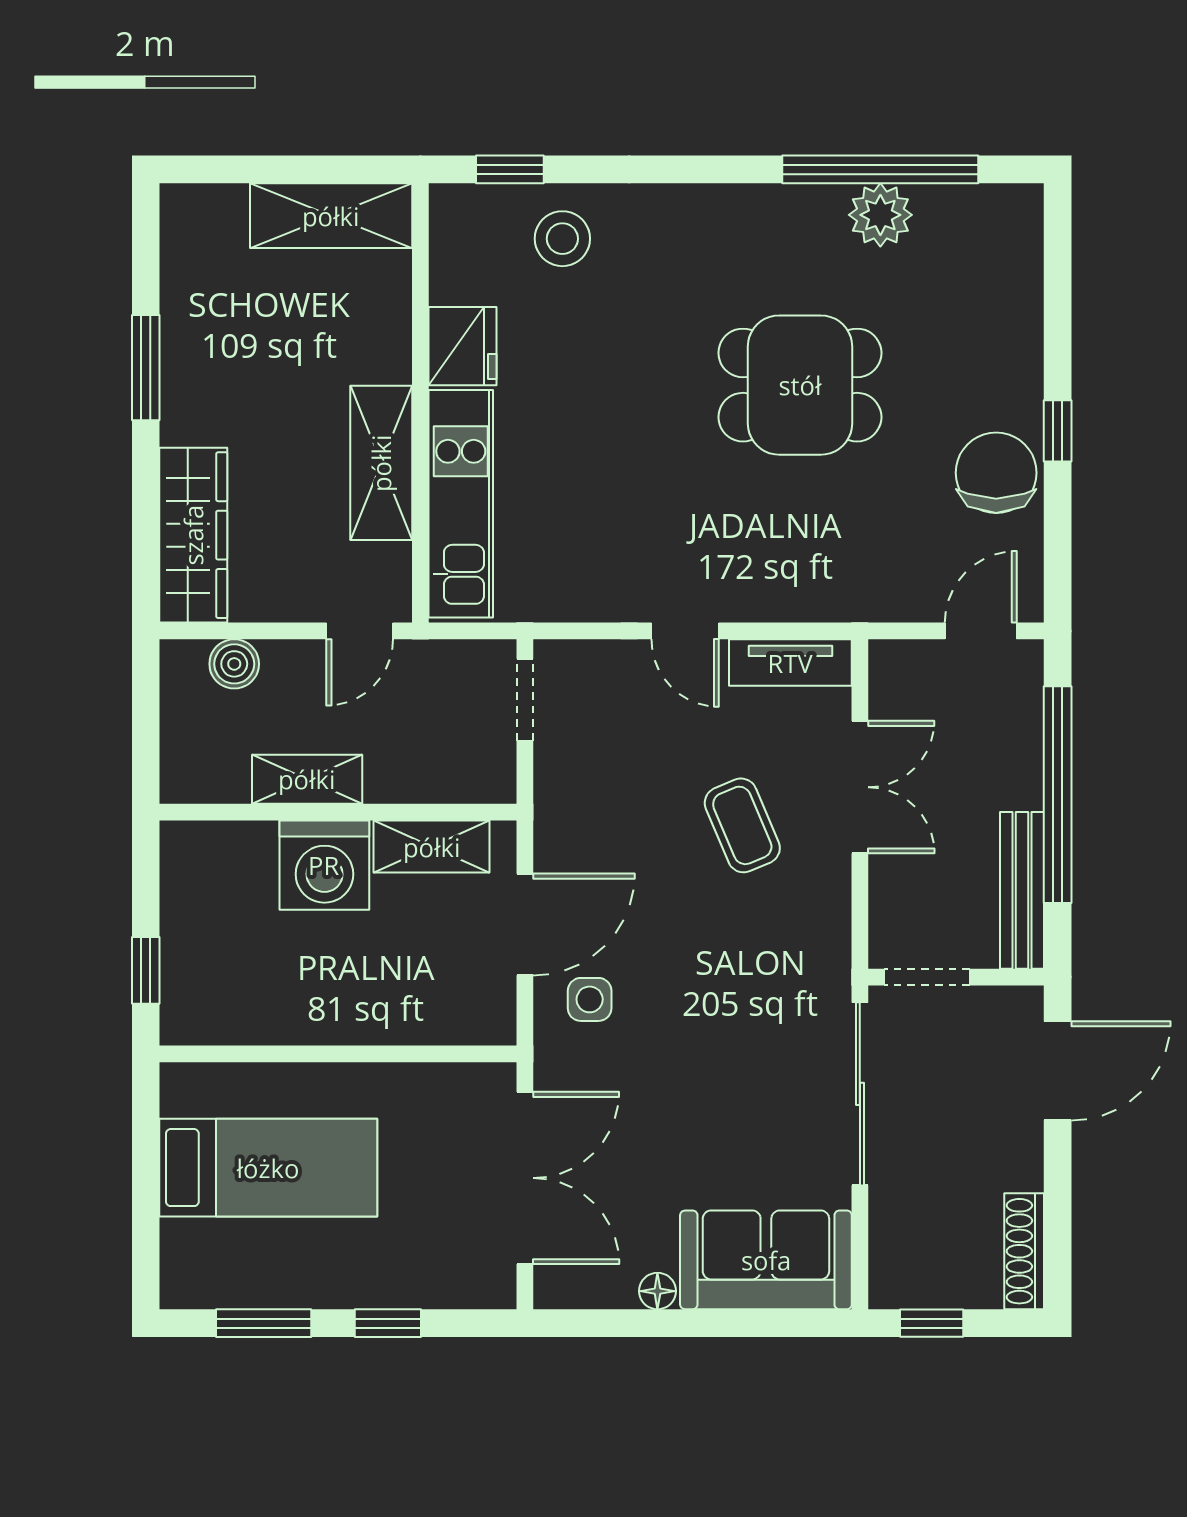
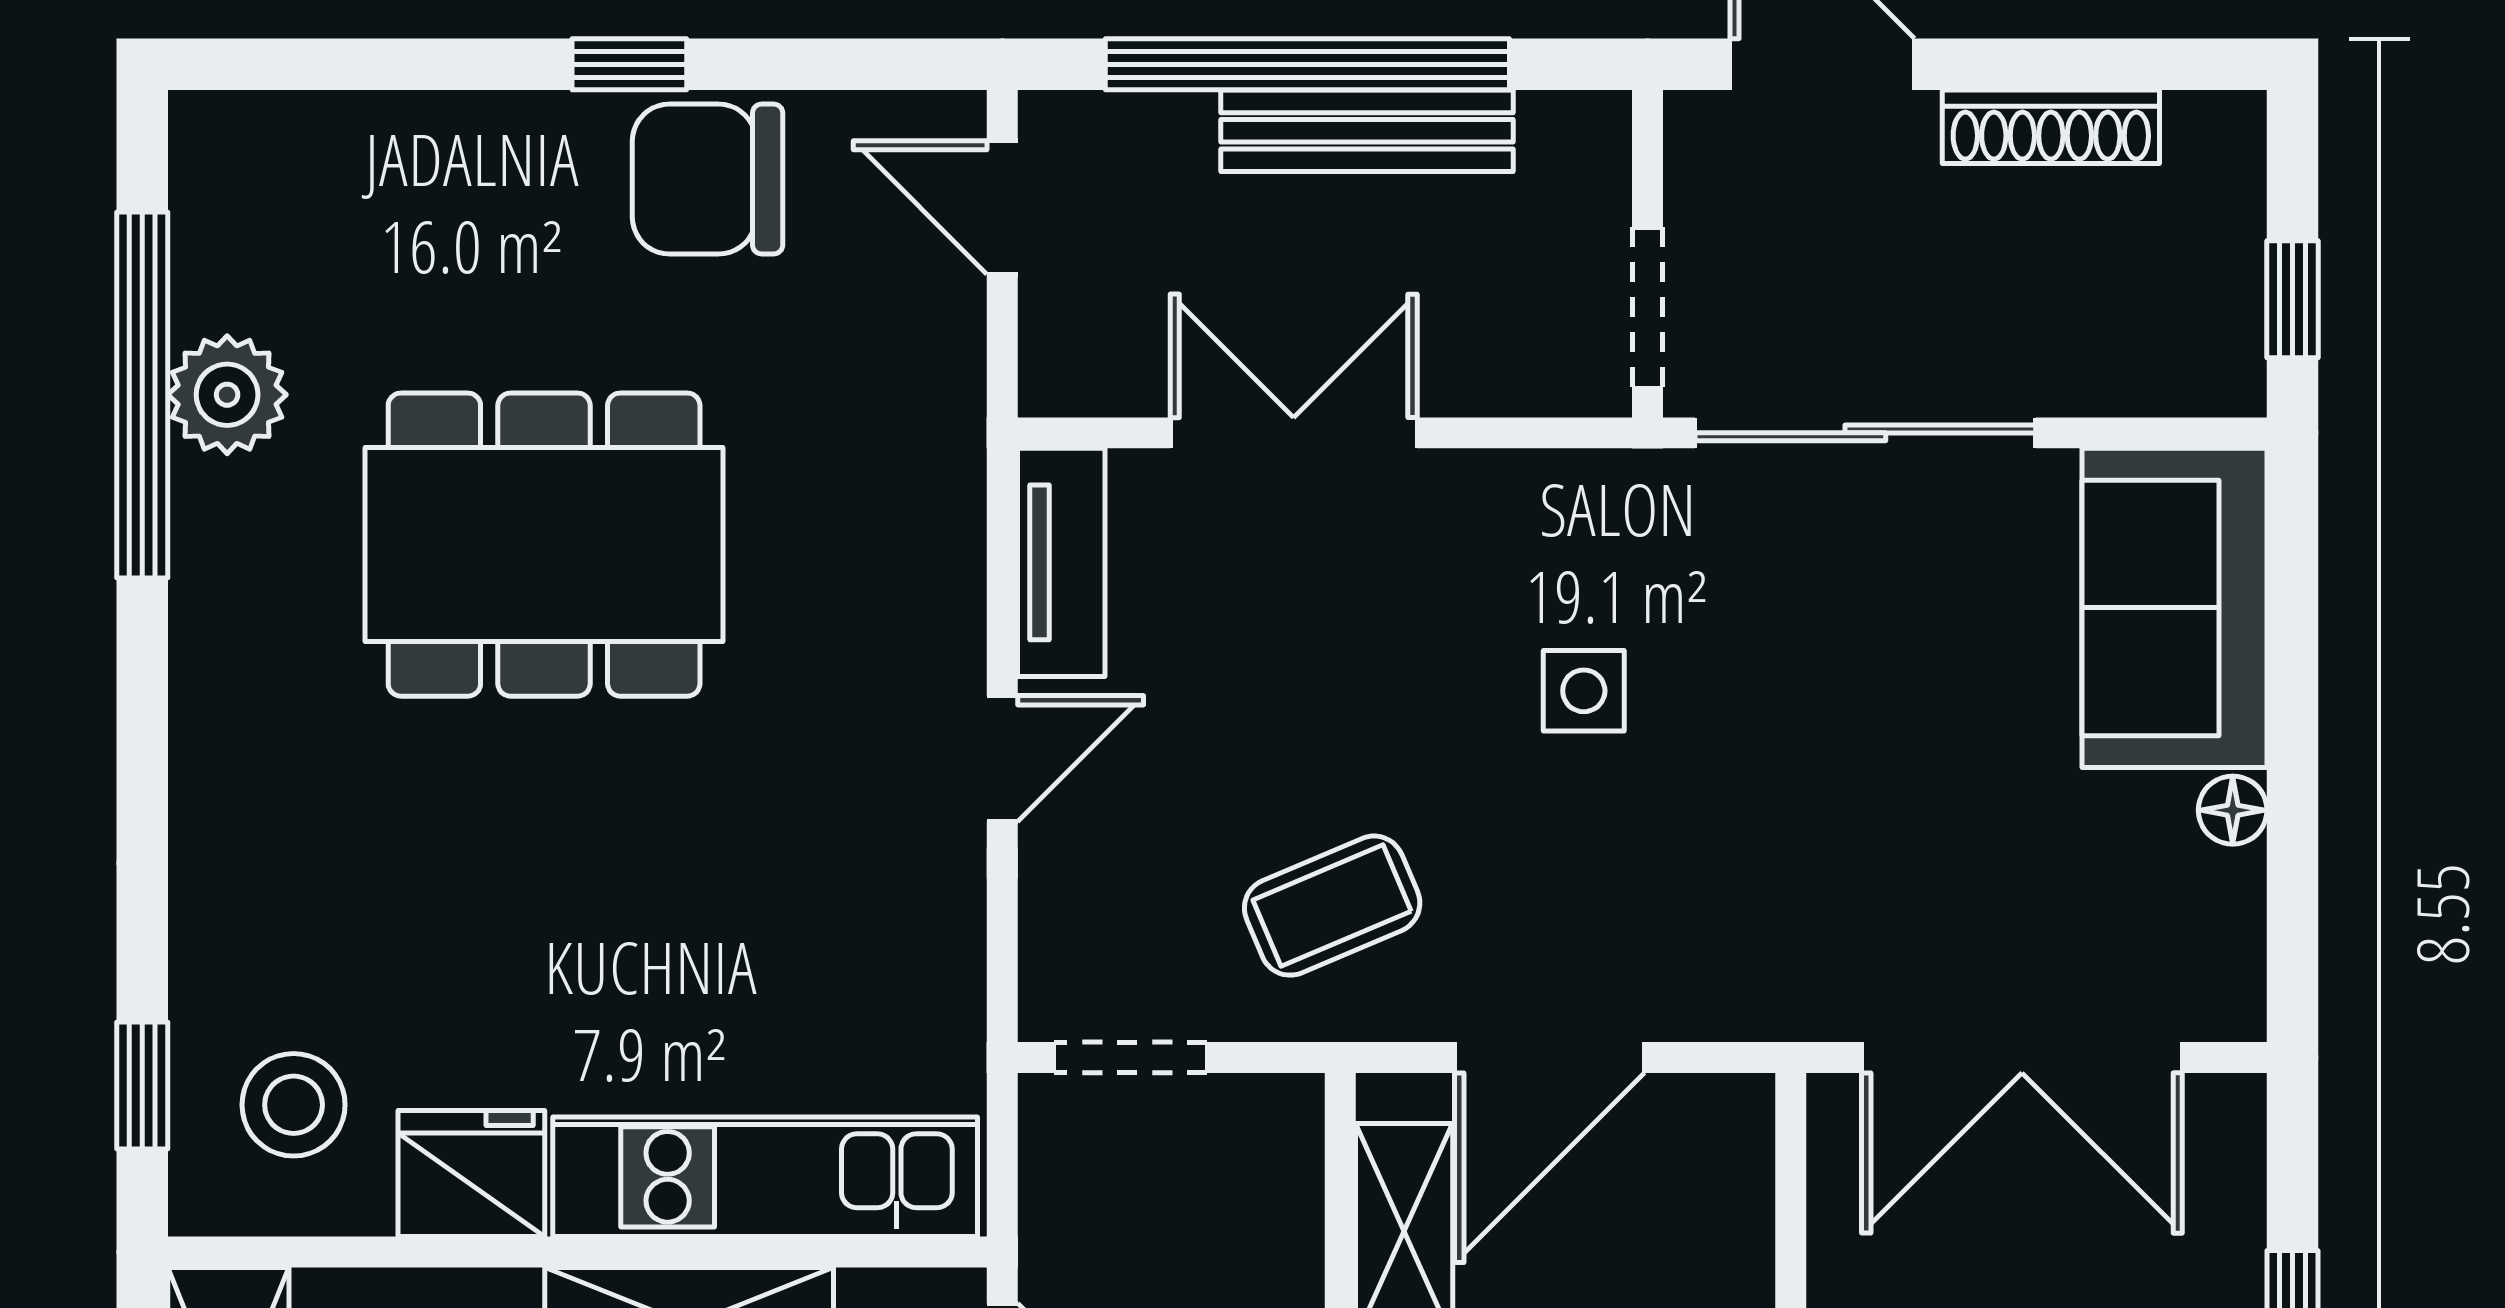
stool: (562, 239) -> (294, 1105), moved
dining table: (800, 385) -> (544, 545), width x1.38
coffee table: (742, 825) -> (1332, 906), moved
bench: (1022, 890) -> (1367, 131), moved
door: (525, 924) -> (1549, 1057), swing flipped
side table: (590, 999) -> (1584, 691), moved
double door: (525, 1178) -> (2022, 1057), swing flipped
shoe rack: (1024, 1251) -> (2051, 127), moved

